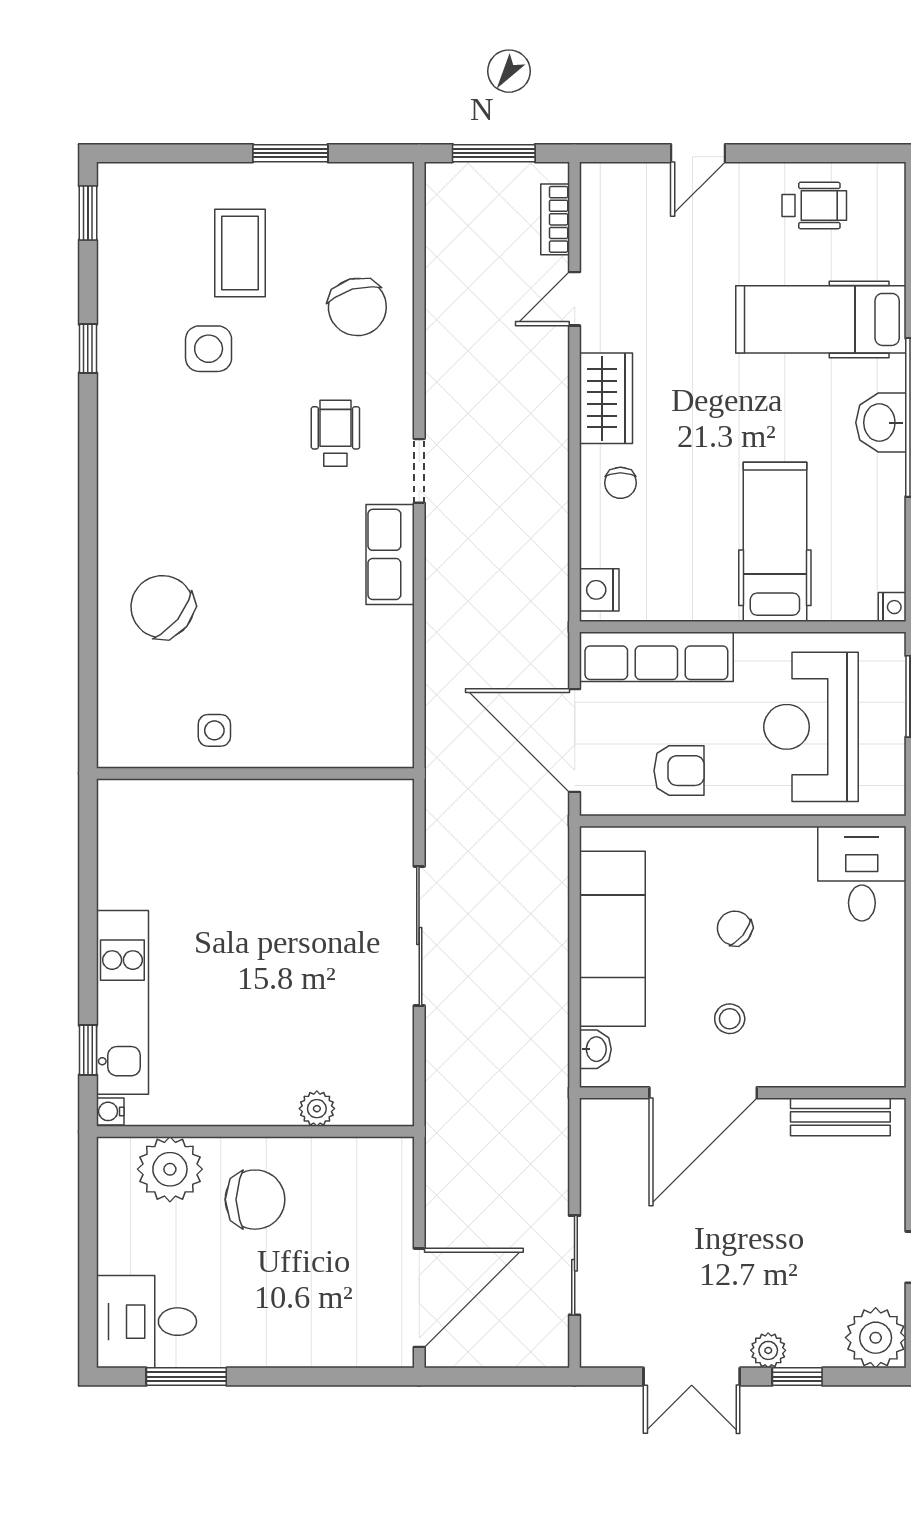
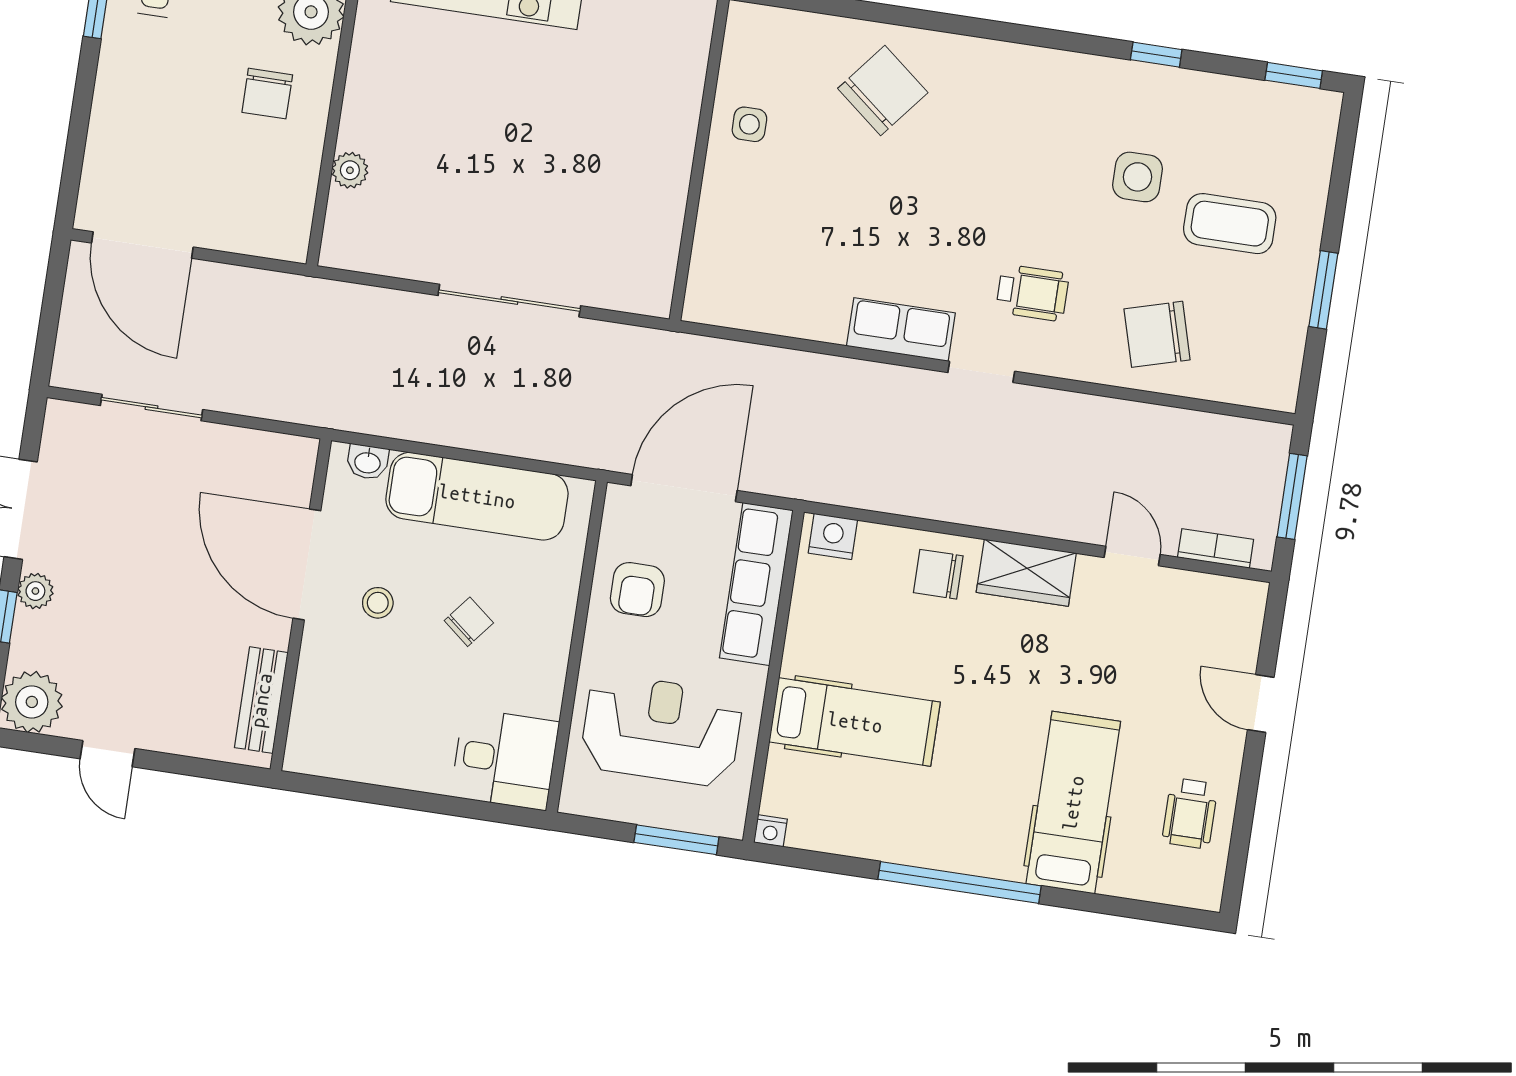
washbasin: (881, 423) -> (959, 848), removed
chair: (620, 483) -> (938, 574), width x1.37, depth x1.37
chair: (255, 1200) -> (267, 94), width x0.73, depth x0.73

